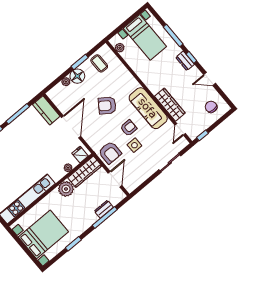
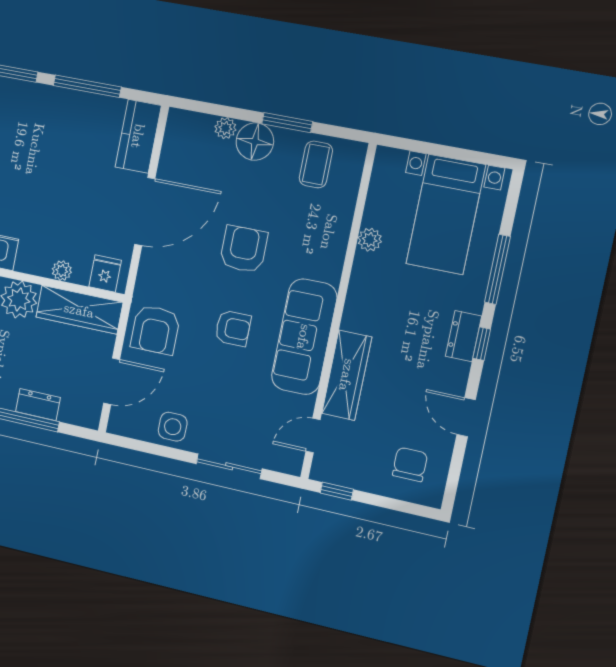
plant: (120, 48) -> (370, 240), moved
armchair: (107, 105) -> (244, 249), turned 55
side table: (134, 145) -> (173, 427), moved

